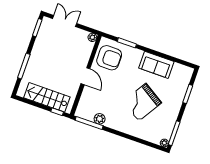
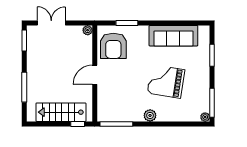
armchair: (109, 58) -> (113, 46), turned 90
sofa: (156, 65) -> (173, 36), width x1.36
door: (85, 76) -> (95, 75), swing flipped
grand piano: (142, 102) -> (166, 81), turned 67
plant: (100, 119) -> (150, 115), moved

